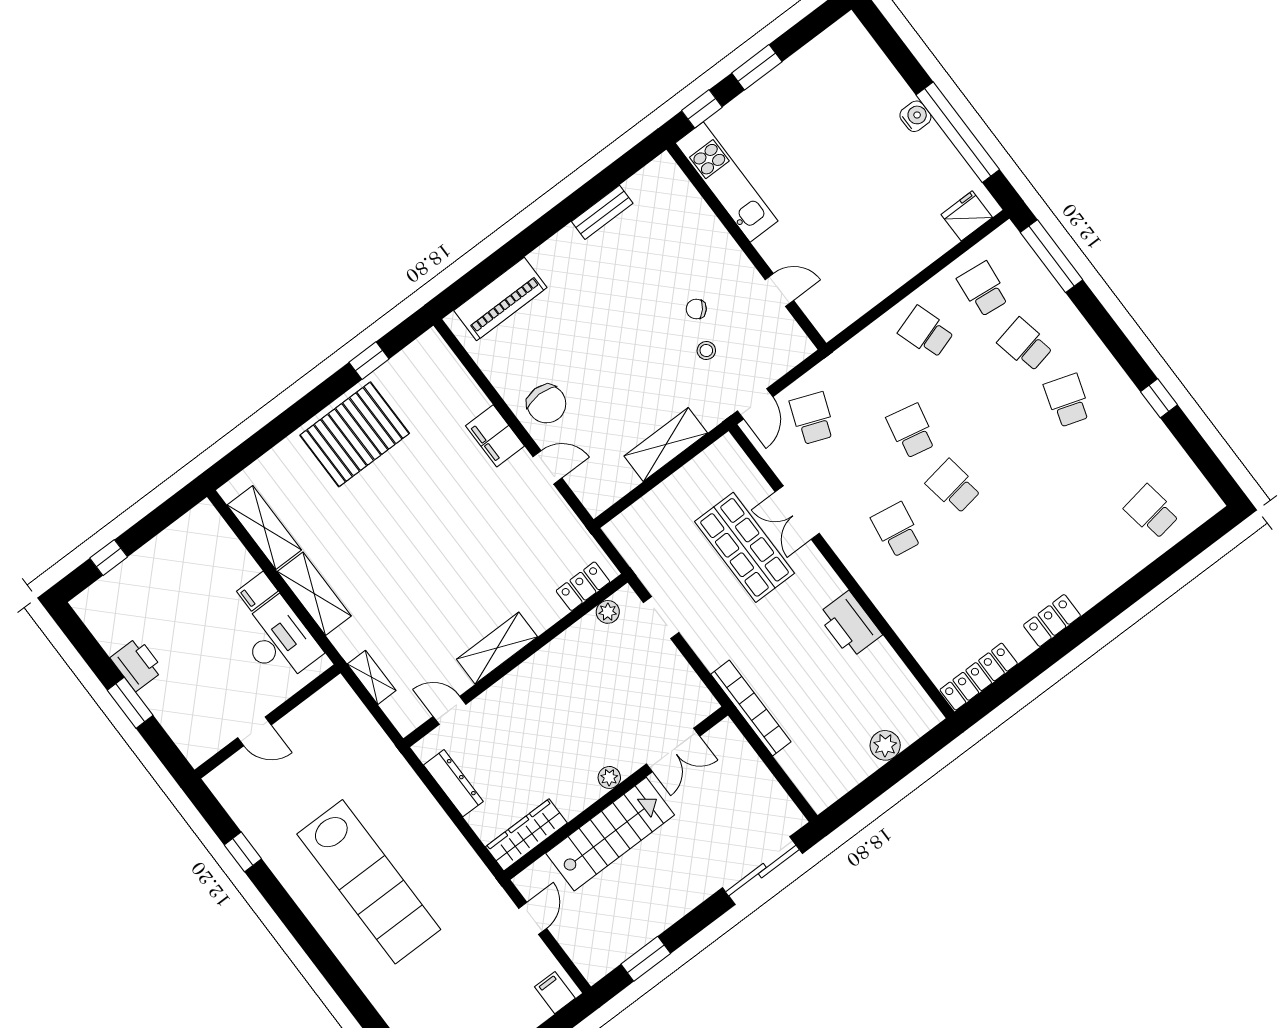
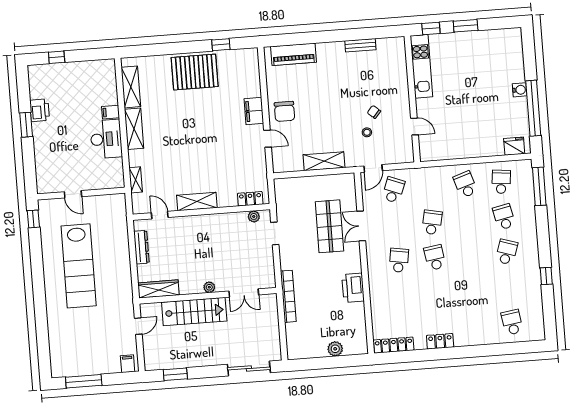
wall: (267, 721) -> (81, 194), moved
door: (254, 731) -> (73, 194), moved

